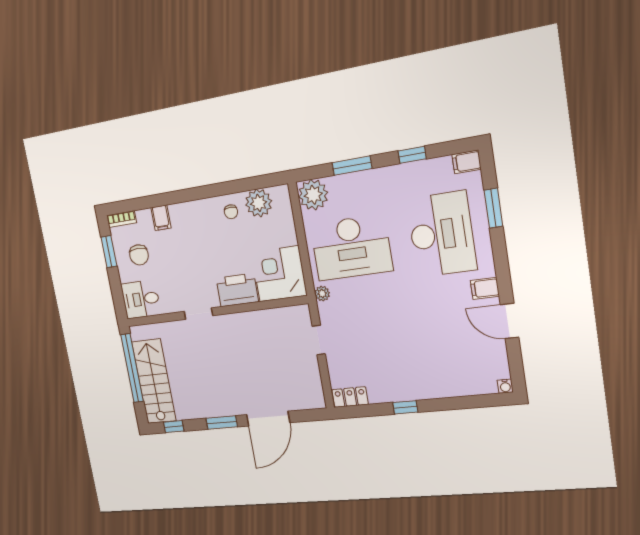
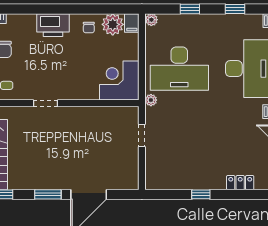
window: (352, 166) -> (190, 9), width x0.67
plant: (313, 195) -> (151, 20), width x0.53, depth x0.53
filing cabinet: (161, 218) -> (132, 23), moved
printer: (237, 290) -> (53, 25), moved, turned 180
locker: (350, 397) -> (240, 183), moved

